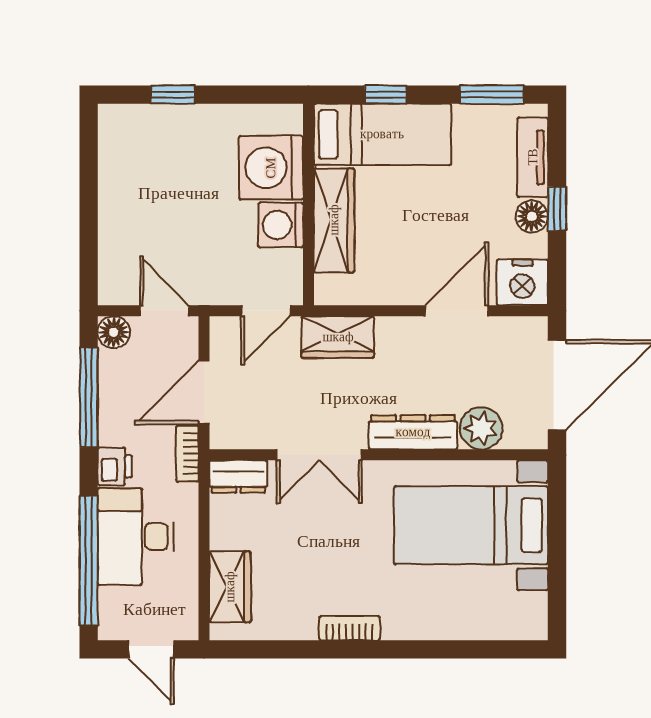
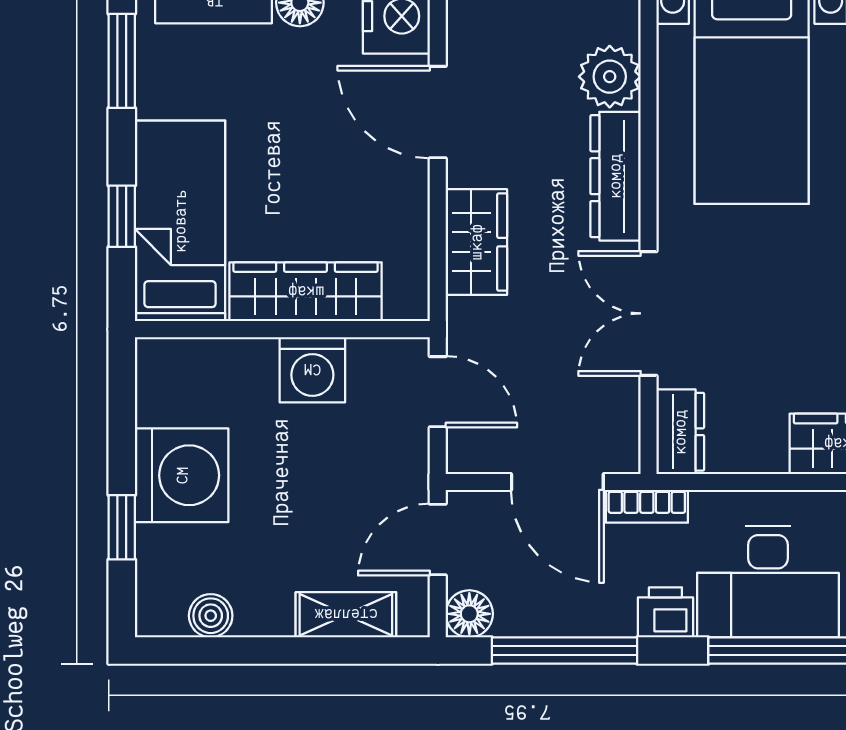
boiler: (113, 155) -> (211, 616), added
washing machine: (271, 168) -> (182, 475), moved, turned -90
shelving: (113, 248) -> (346, 615), added
wardrobe: (338, 337) -> (476, 242), moved
double door: (319, 455) -> (649, 313), swing flipped

